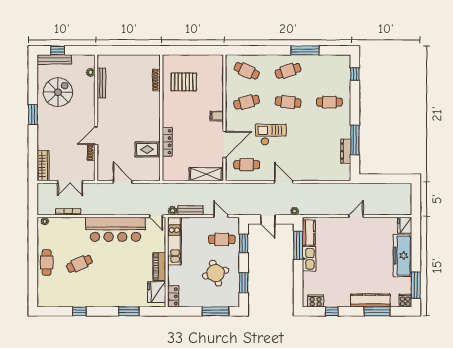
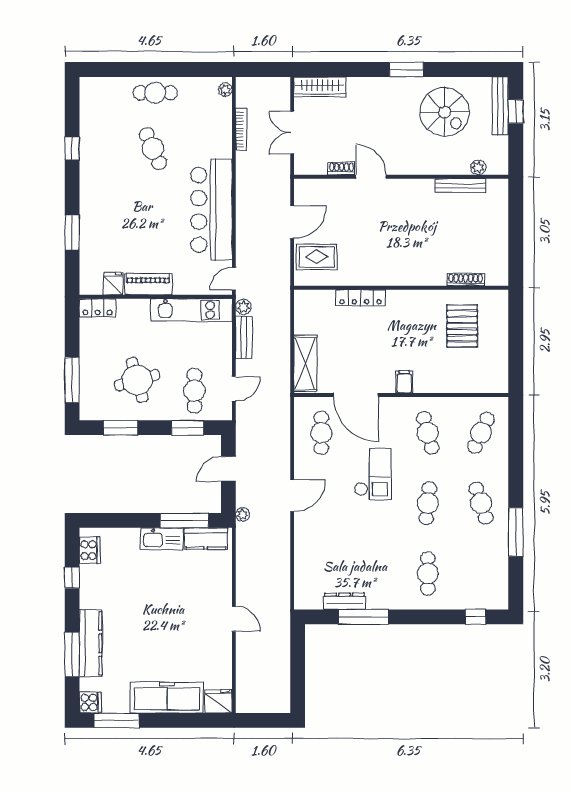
rug: (147, 149) -> (317, 257), moved, turned 90
fridge: (157, 292) -> (113, 284), width x0.53, depth x0.75

